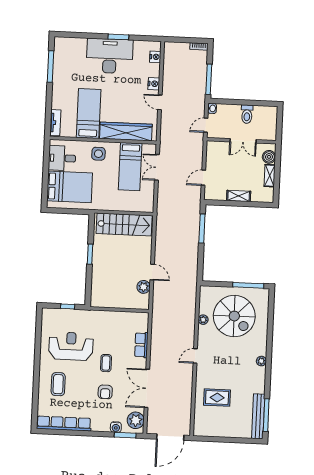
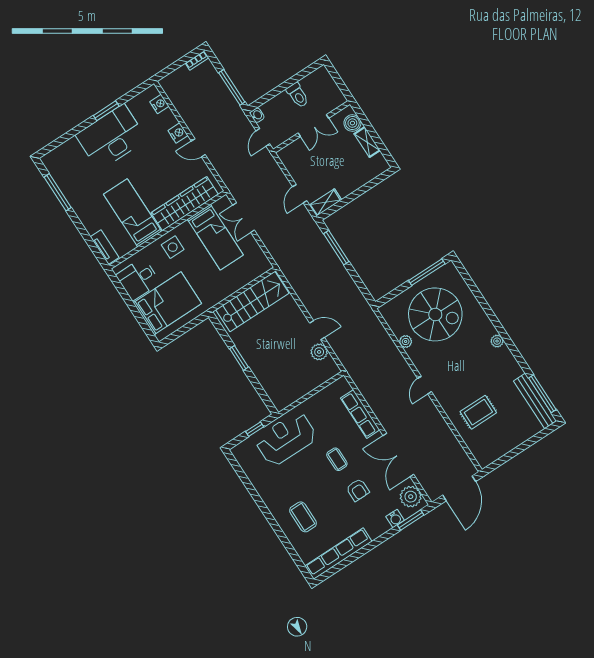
shelving: (239, 196) -> (325, 202), moved
row of seats: (141, 345) -> (360, 414), width x1.48
reception desk: (71, 346) -> (286, 439), moved

